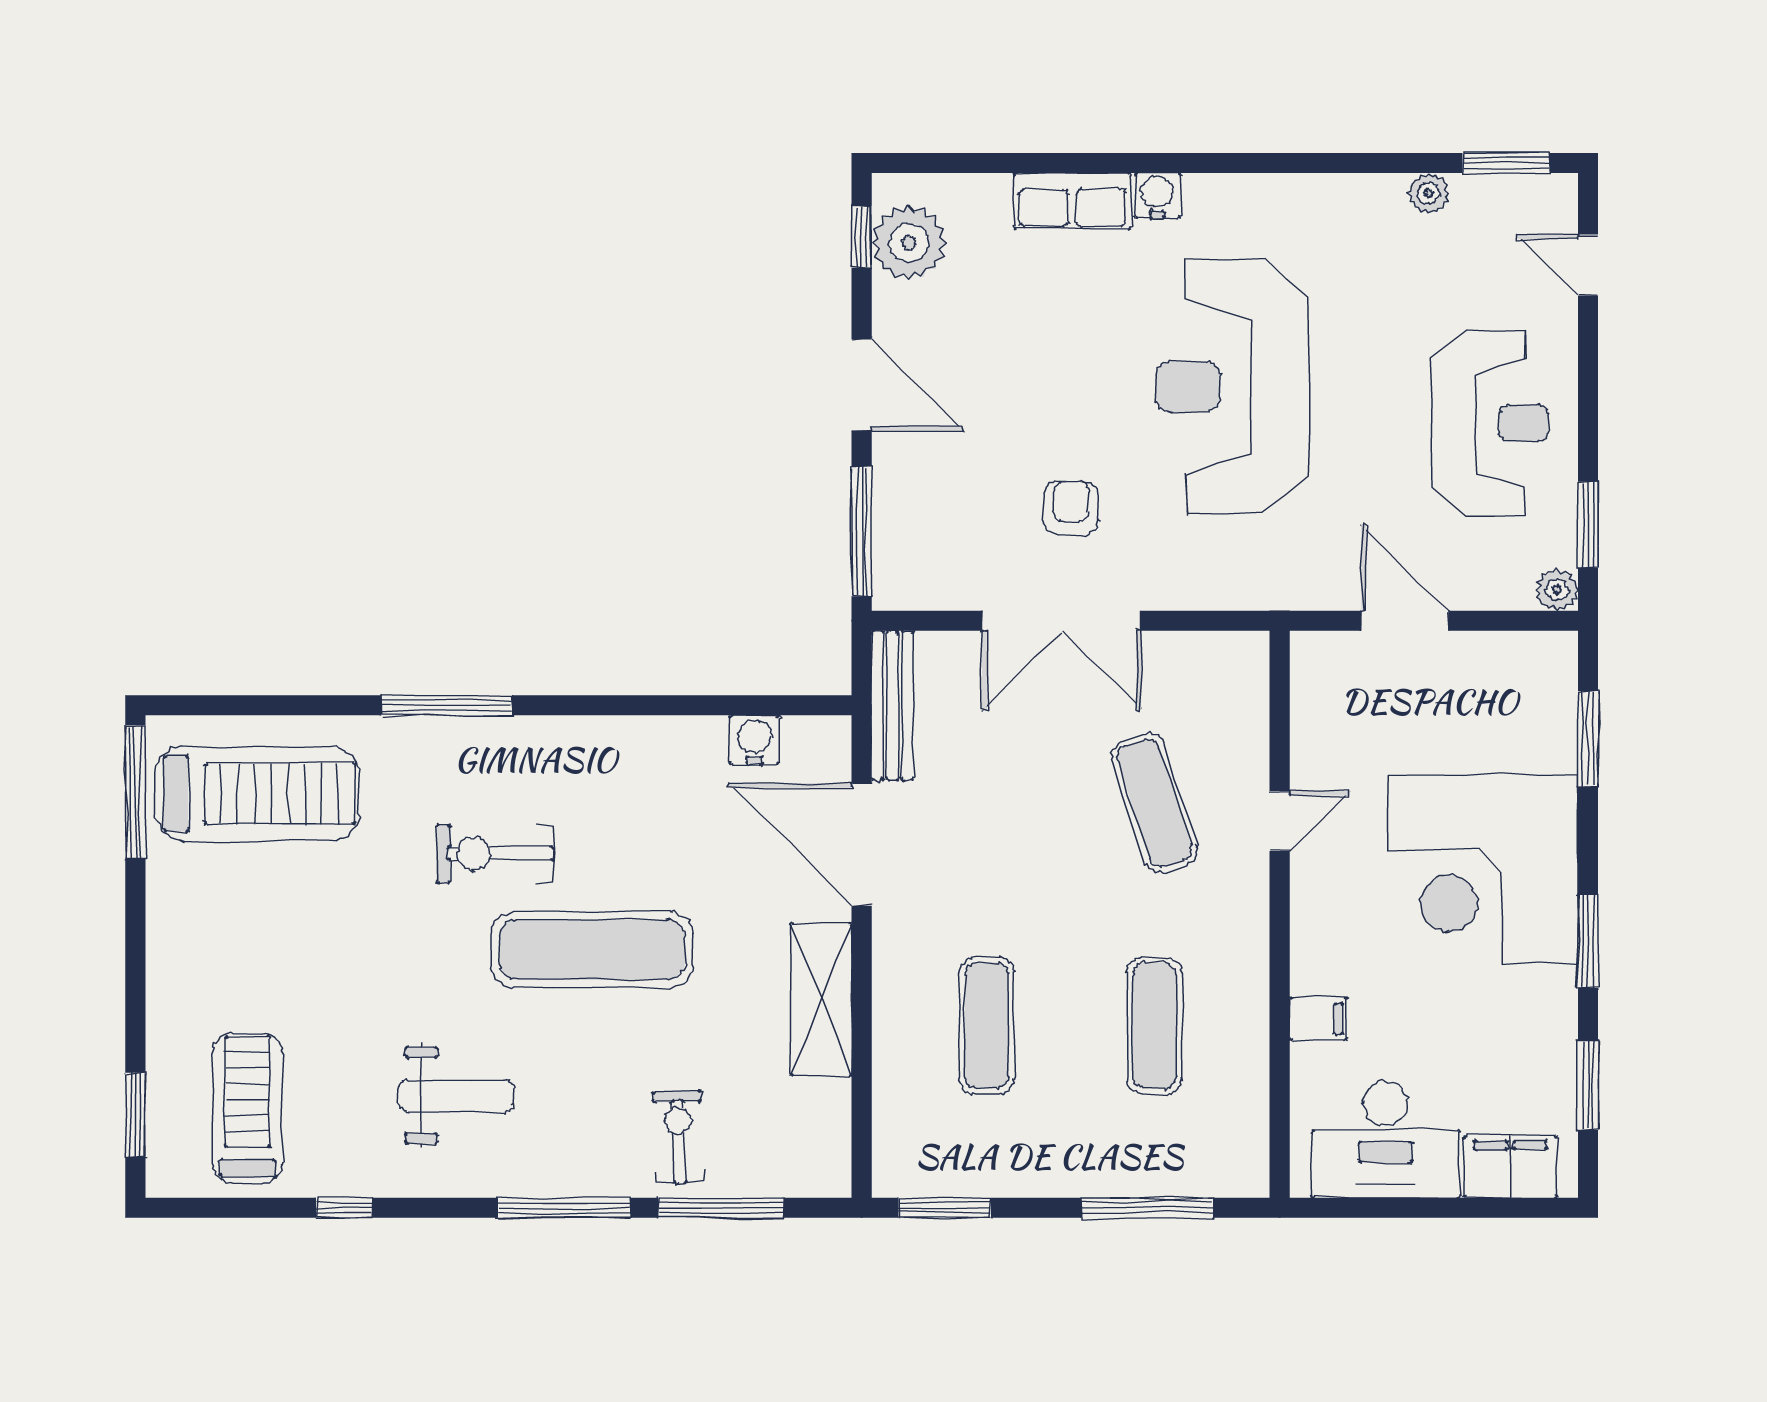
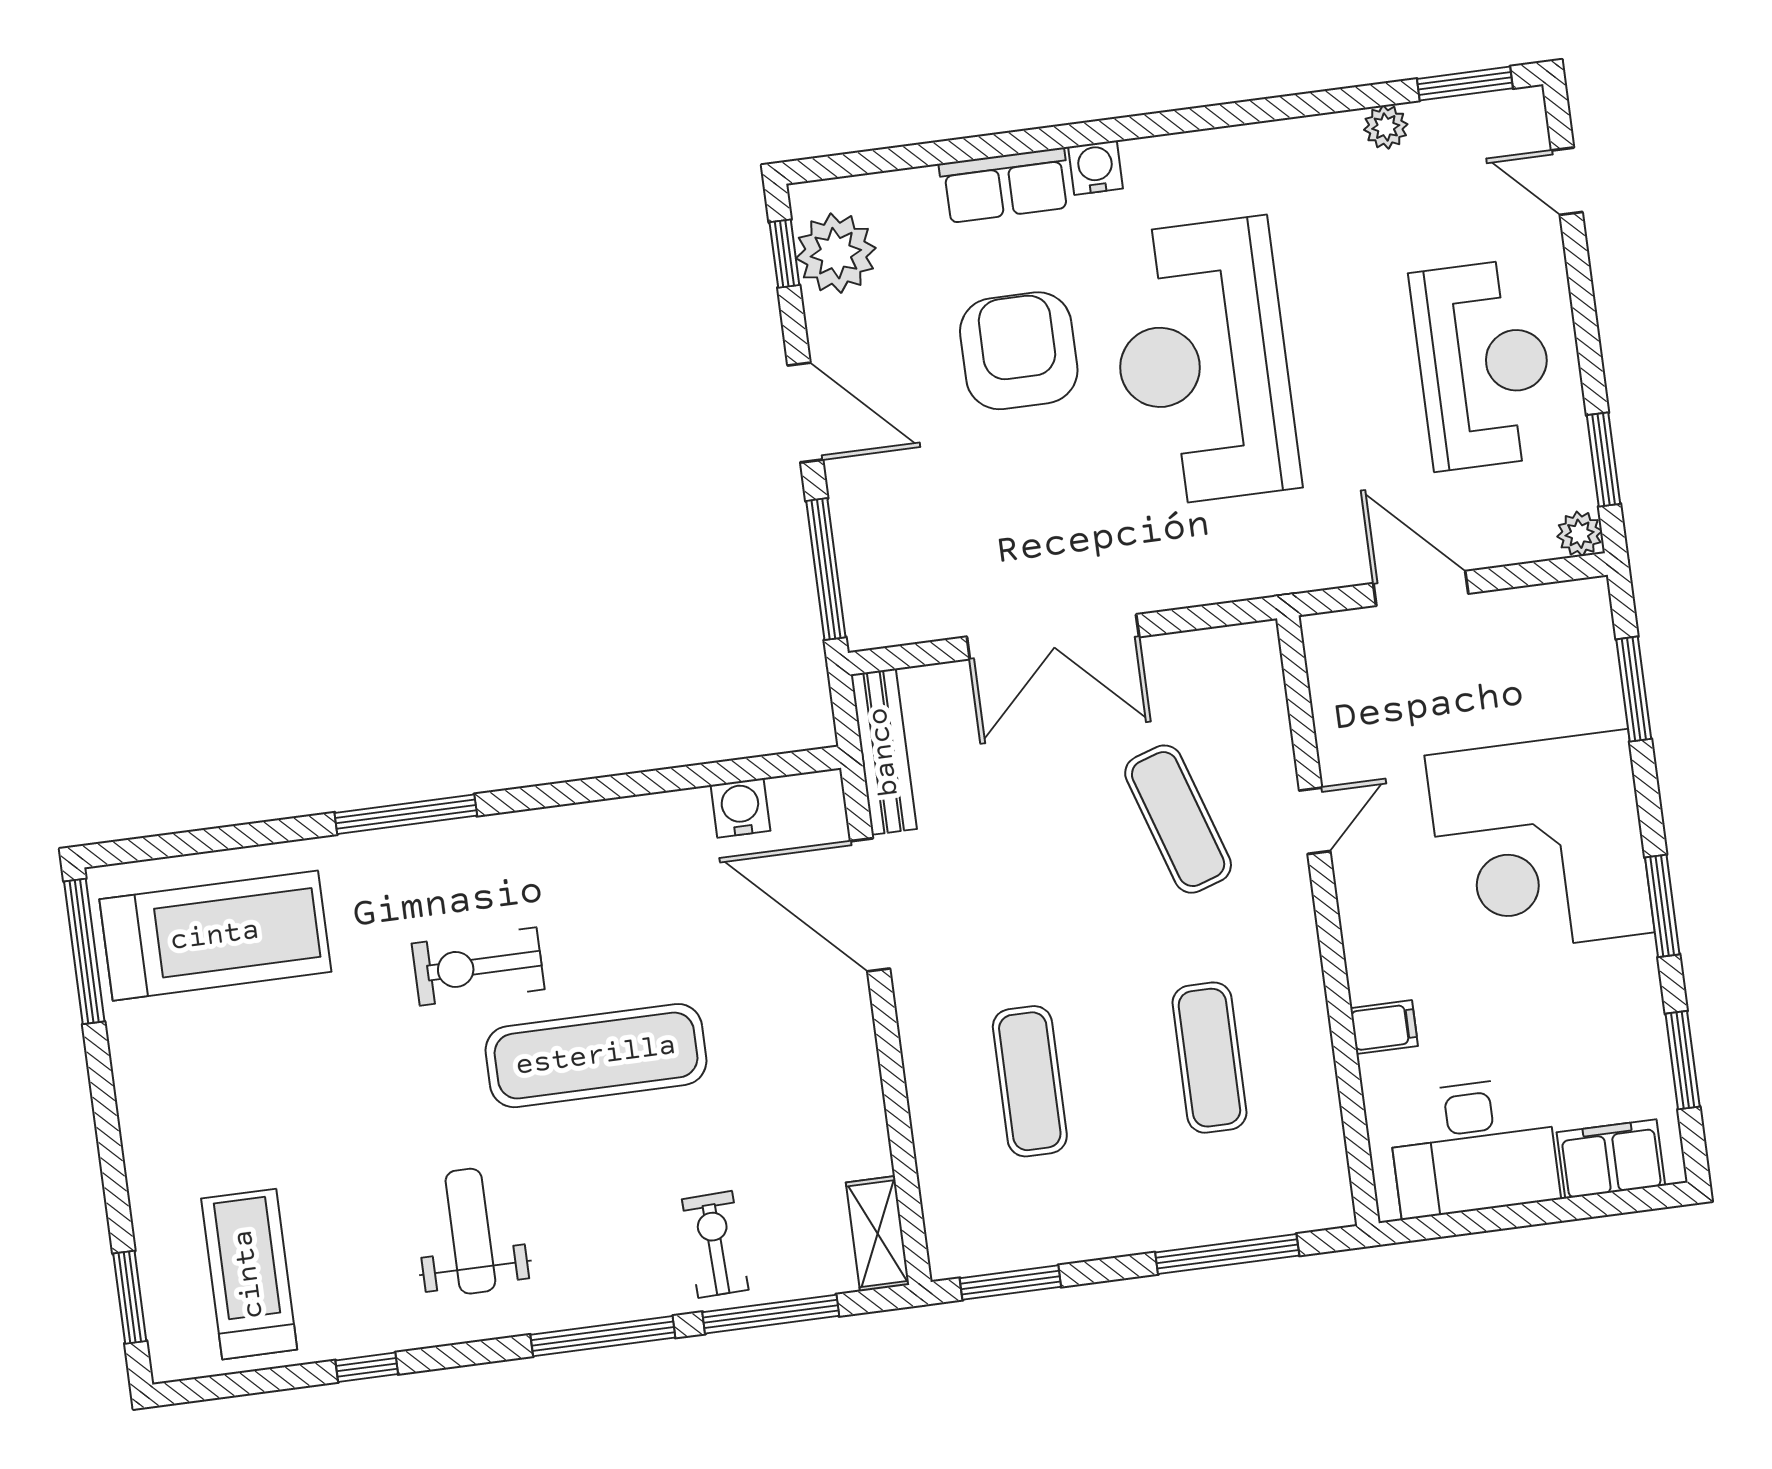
armchair: (1071, 508) -> (1019, 351), moved, width x1.88, depth x1.88
shelving: (821, 999) -> (878, 1234), moved, width x0.67, depth x0.75
weight bench: (456, 1095) -> (470, 1231), turned -90

